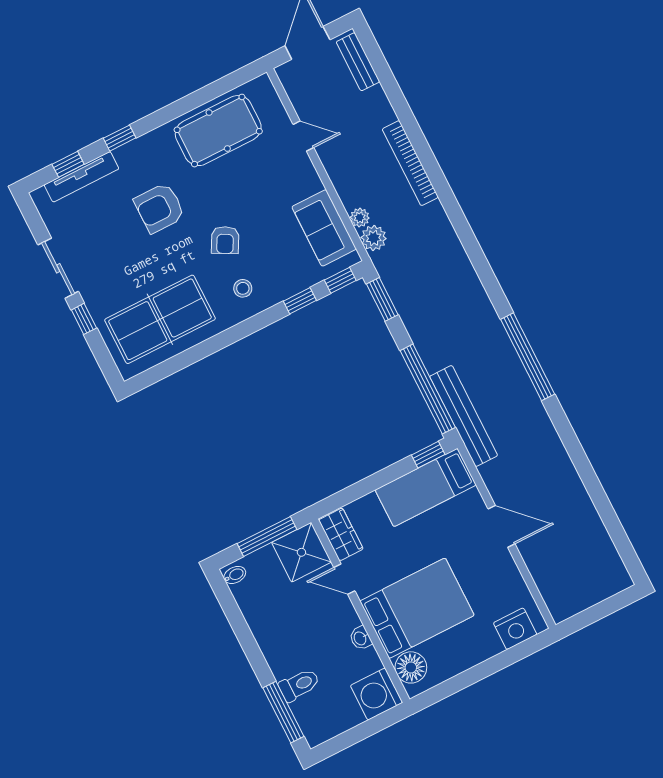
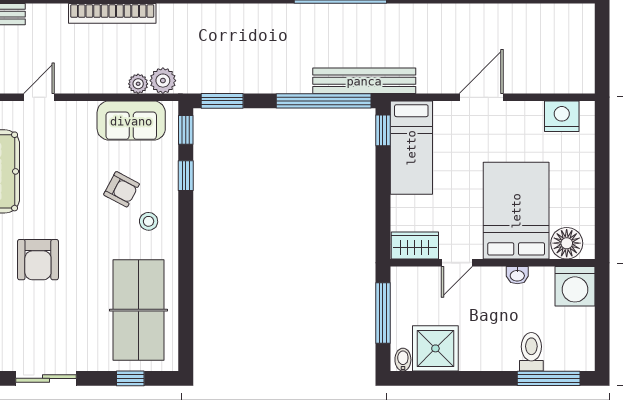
armchair: (225, 240) -> (122, 189), moved
window: (84, 319) -> (130, 378), moved
shower: (301, 552) -> (435, 348), moved
nightstand: (515, 629) -> (562, 116), moved, turned -90

